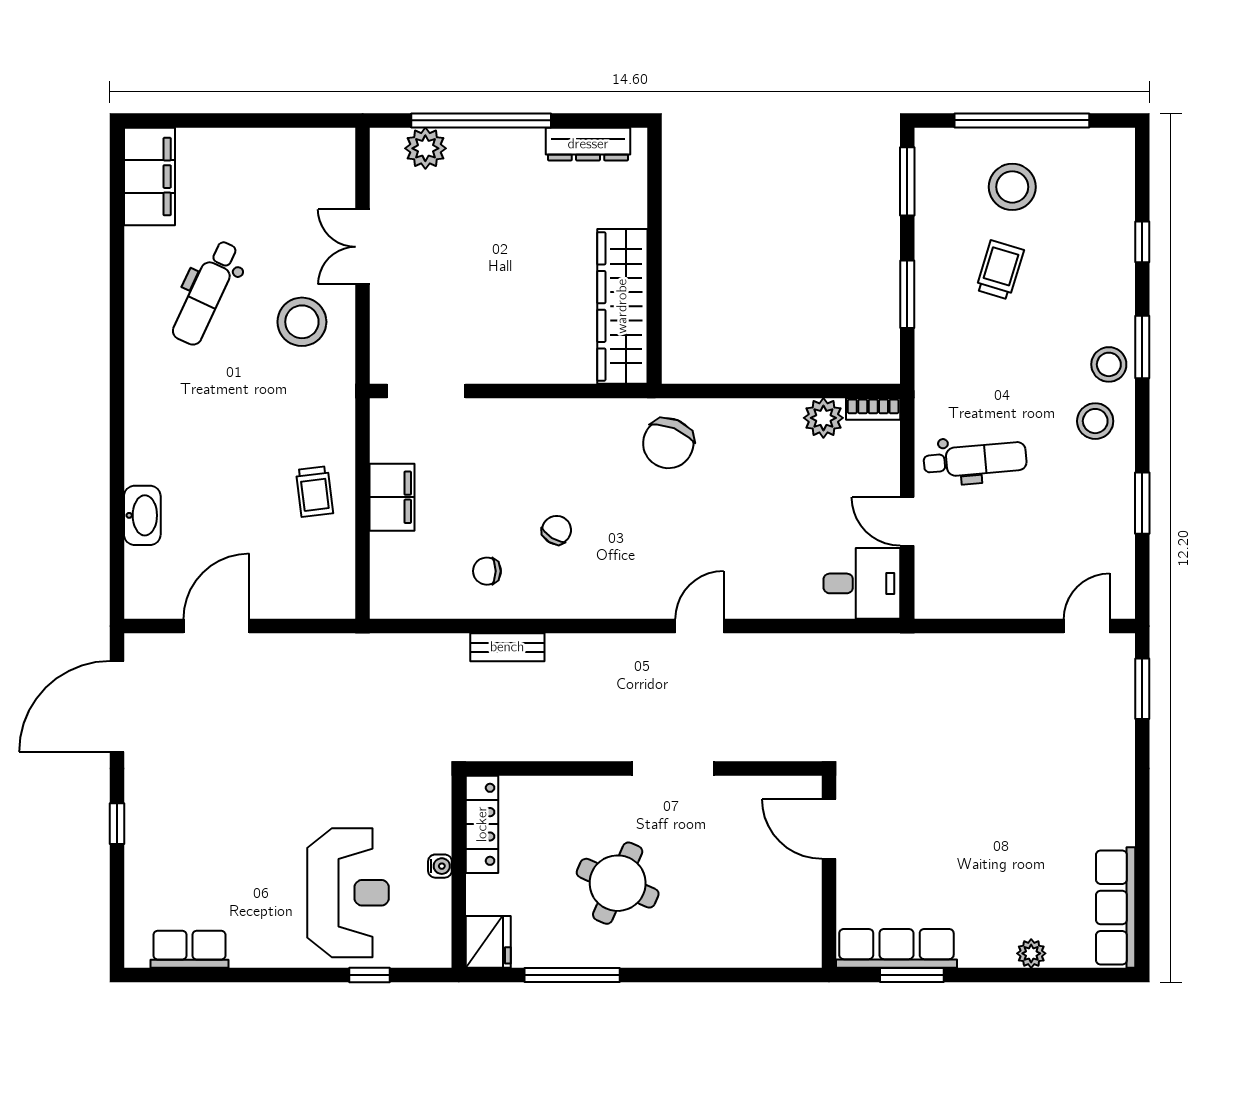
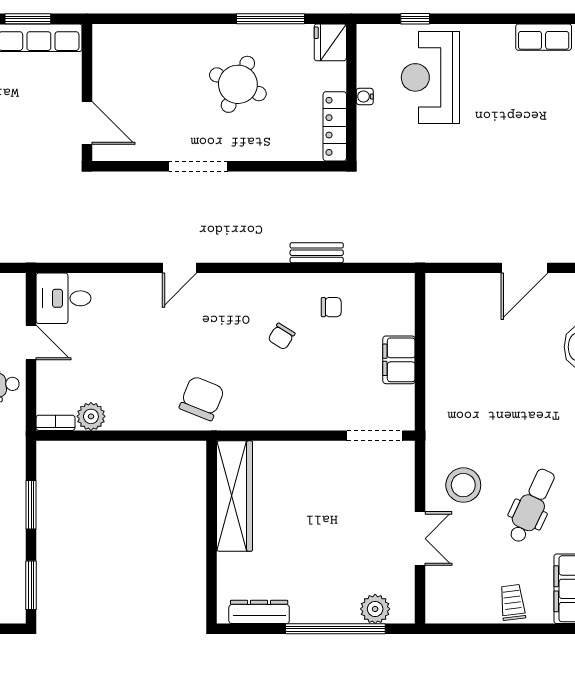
trolley: (314, 492) -> (513, 602), moved

